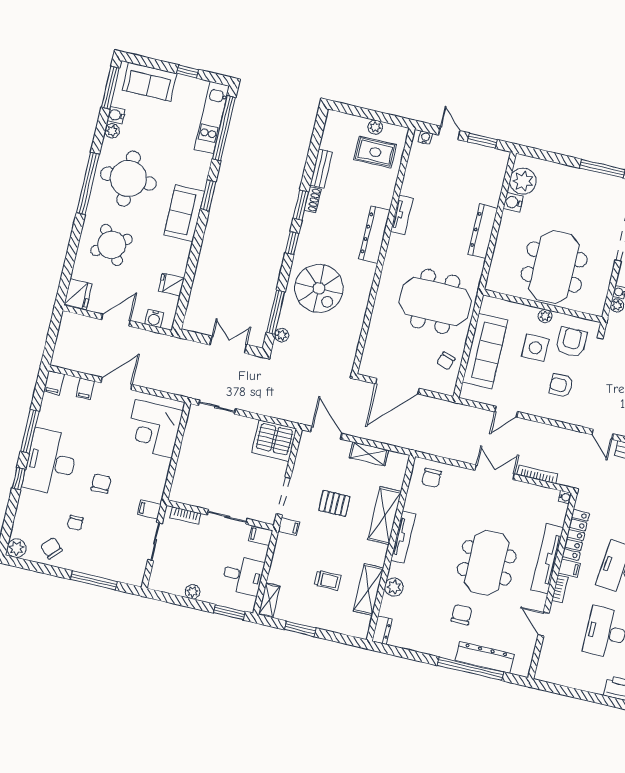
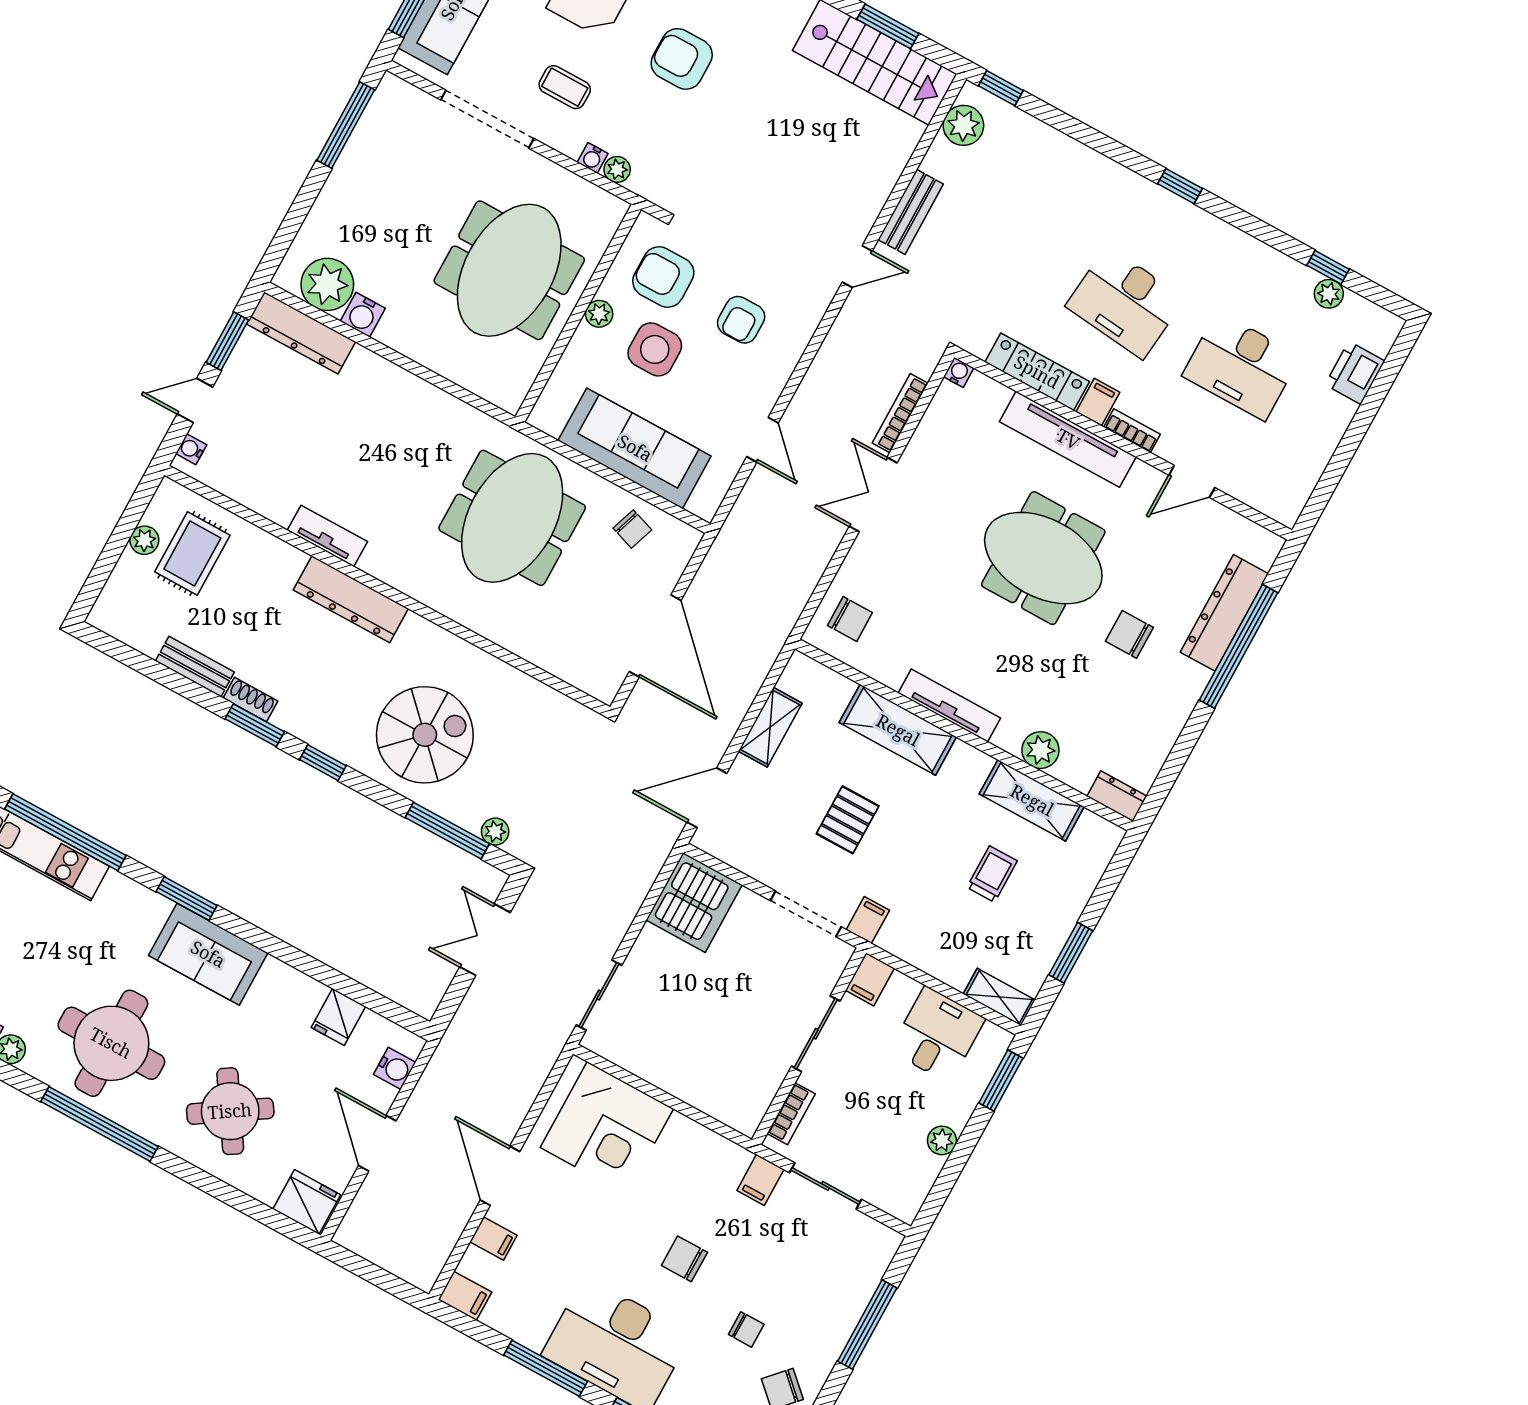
dresser: (483, 231) -> (301, 333), moved
meeting table: (554, 267) -> (509, 270), turned 90

